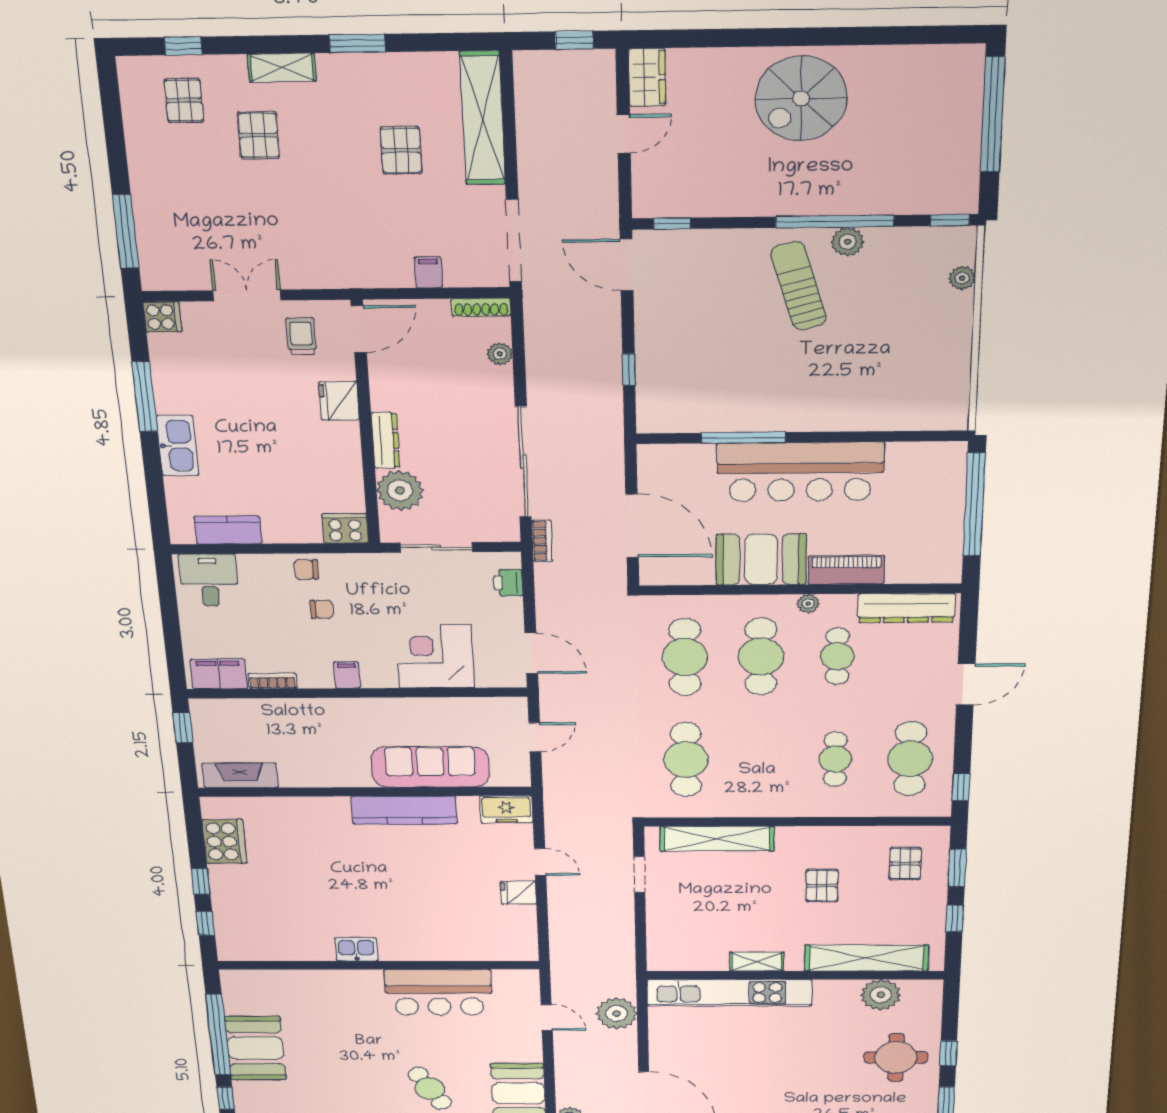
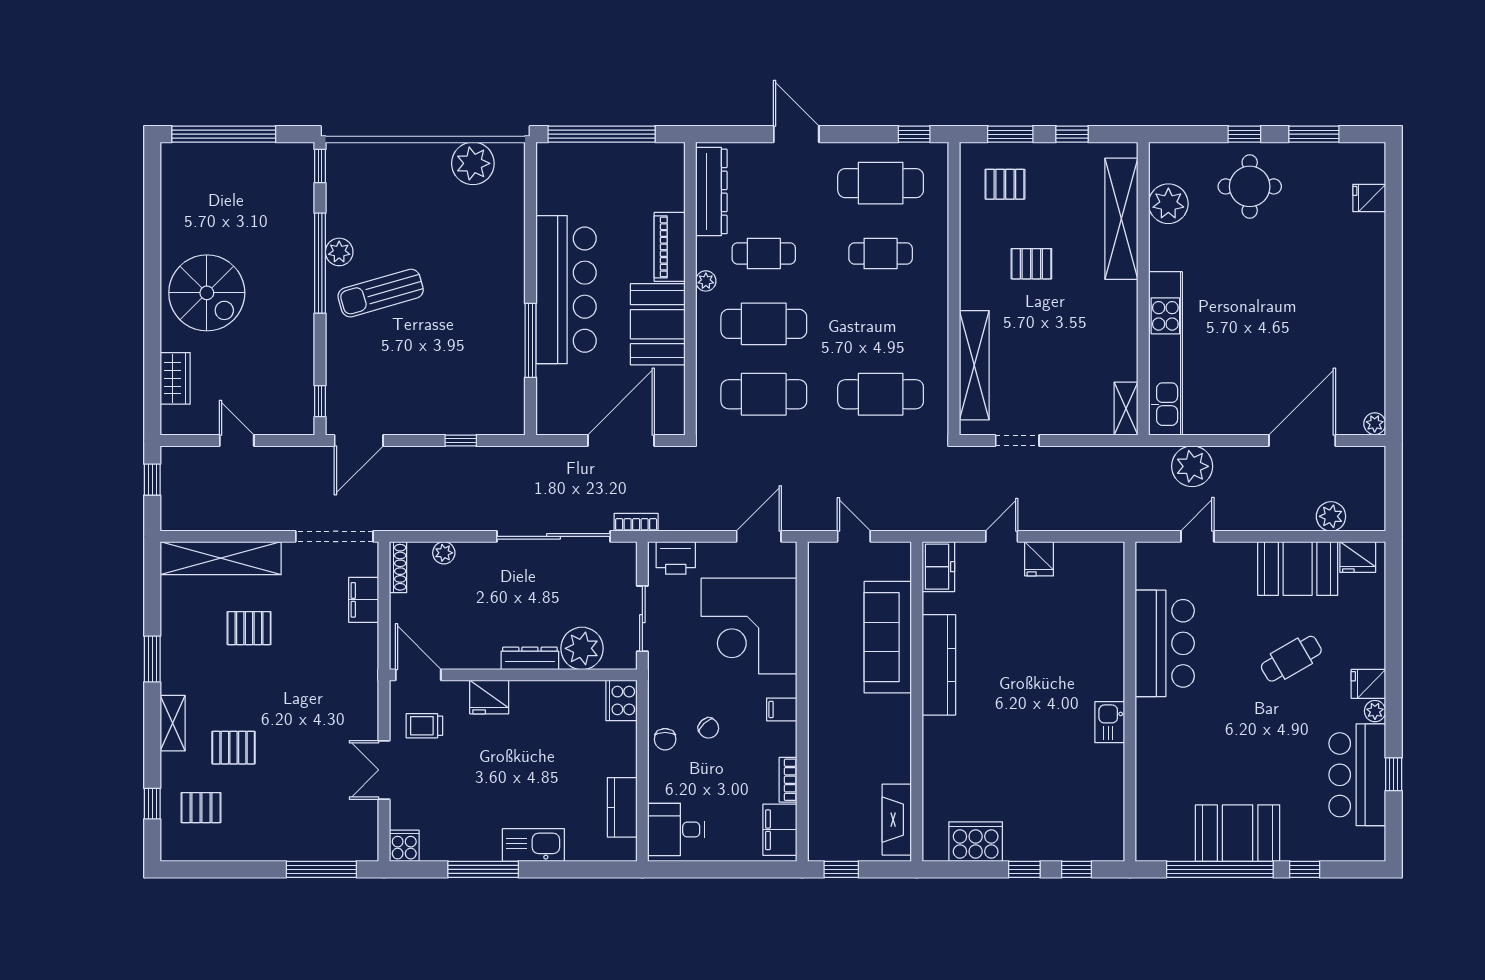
wardrobe: (647, 77) -> (175, 378), moved, turned 90
filing cabinet: (428, 272) -> (364, 600), width x2.00
plant: (962, 278) -> (473, 163), moved, width x1.87, depth x1.87
printer: (508, 583) -> (676, 558), width x1.36, depth x1.24
chair: (322, 609) -> (708, 728), turned 137
corner desk: (435, 657) -> (749, 626), width x1.36, depth x1.36
shelving: (757, 962) -> (1126, 409), moved

